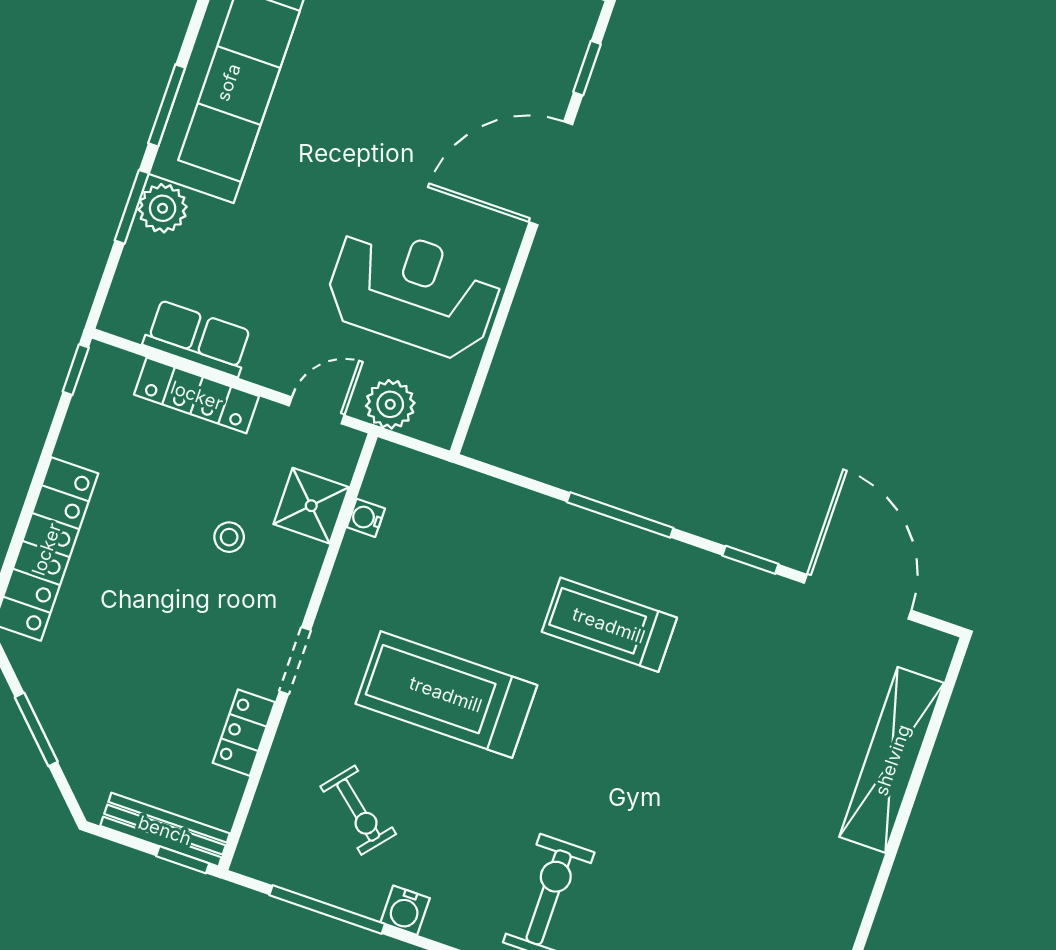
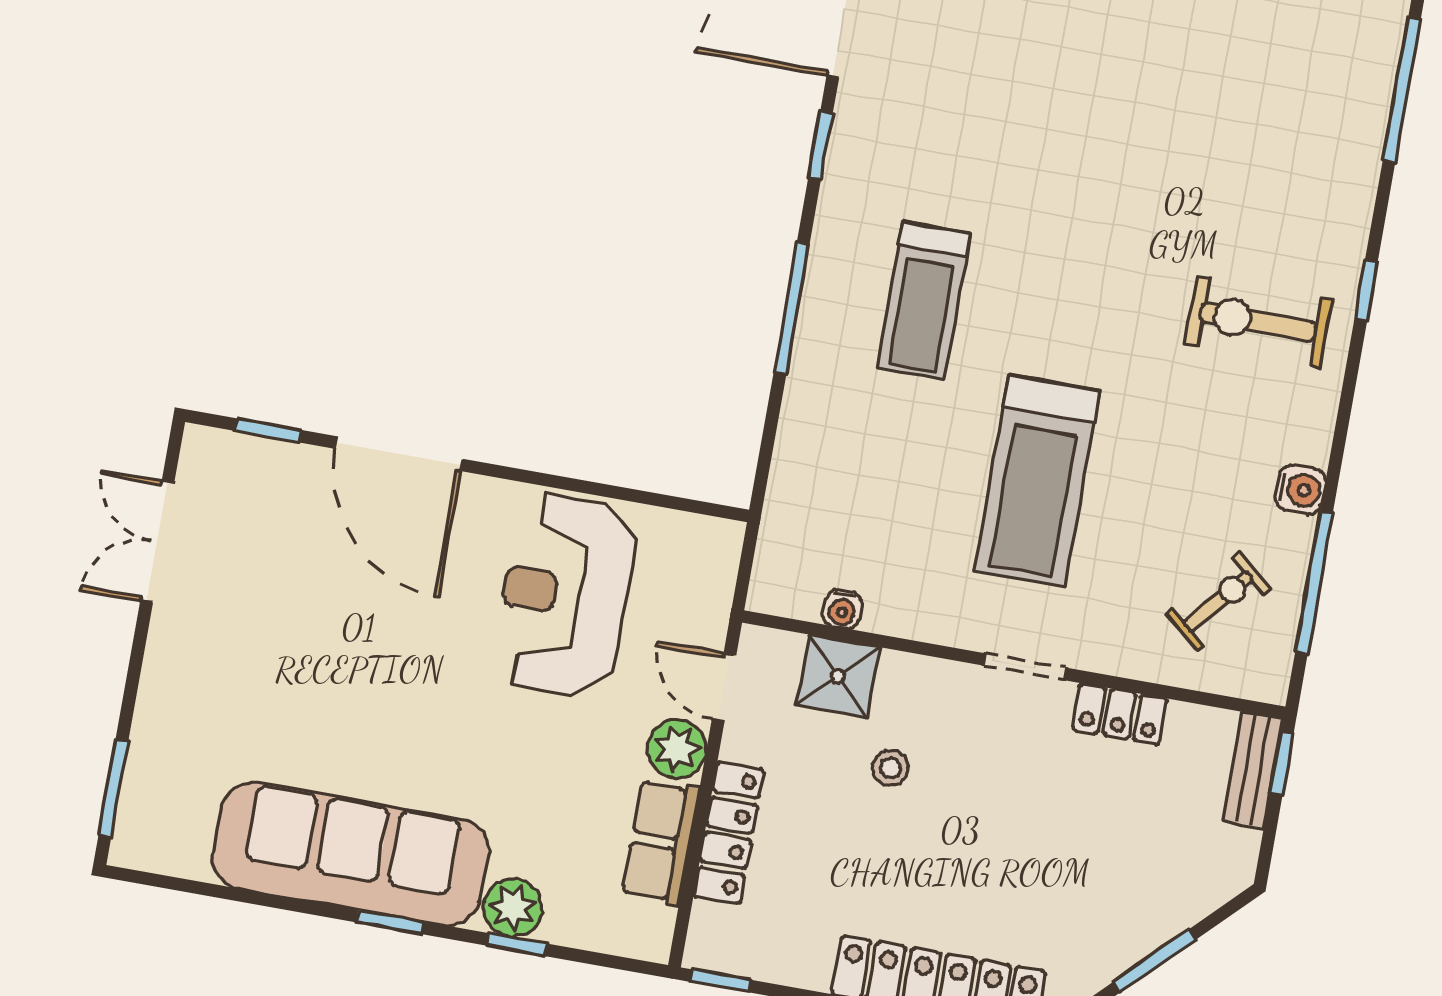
window: (167, 105) -> (390, 922), width x0.67
window: (132, 207) -> (517, 945), width x0.67
plant: (390, 404) -> (677, 749), moved
exercise bike: (358, 810) -> (1218, 601), moved
bench: (165, 830) -> (1253, 770), width x0.73

